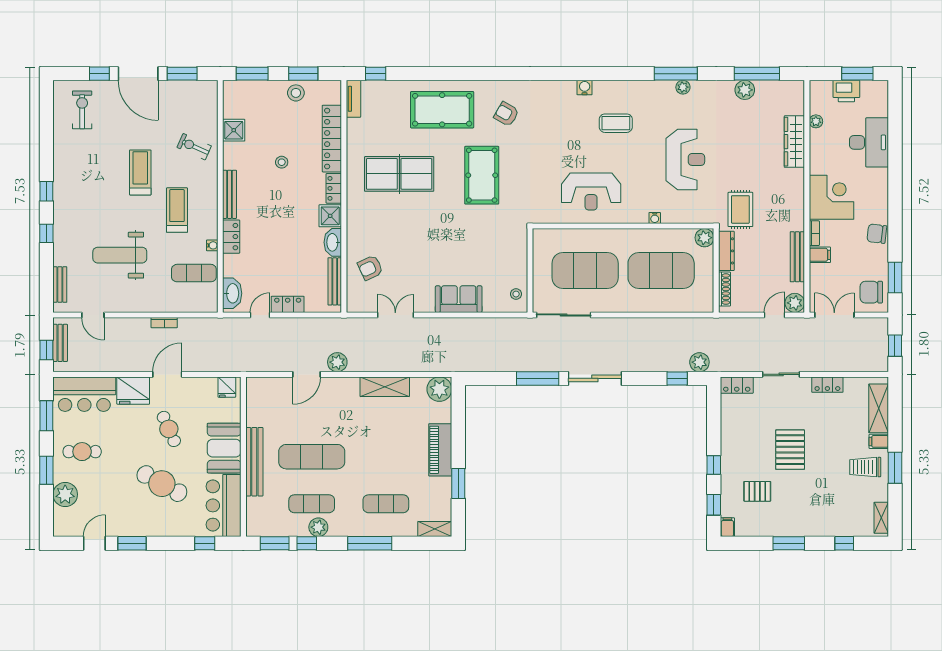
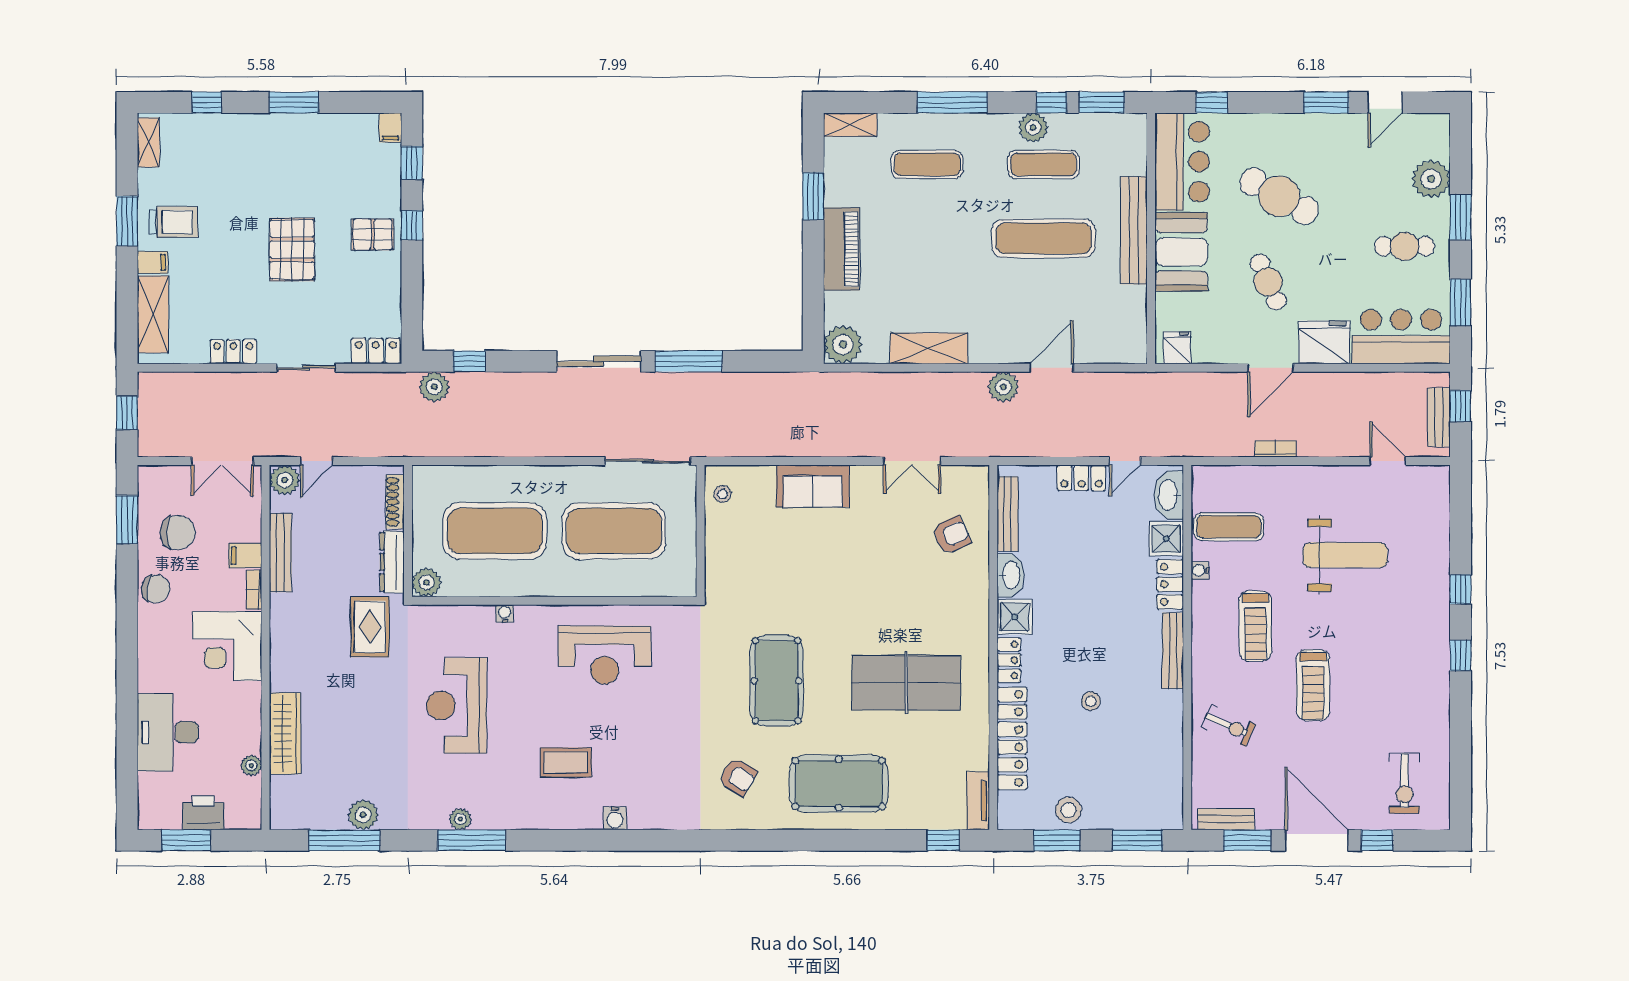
shower: (234, 130) -> (1166, 539), moved
reception desk: (591, 192) -> (605, 655), turned 180
bench: (60, 285) -> (1226, 819), moved, turned 90
chair: (871, 292) -> (178, 533), moved
pallet: (757, 491) -> (373, 235), moved

